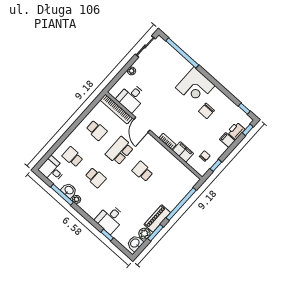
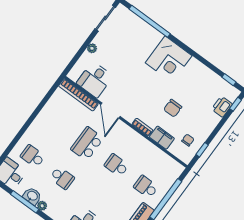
chair: (206, 111) -> (173, 108), moved
school desk: (97, 130) -> (146, 187), moved, turned 180
filing cabinet: (227, 140) -> (213, 119), removed

